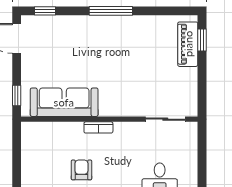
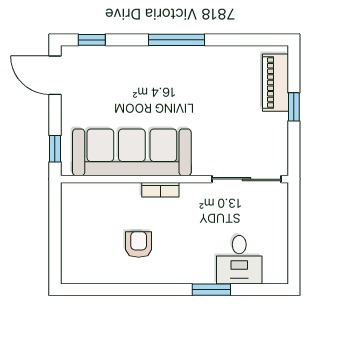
window: (202, 40) -> (294, 107), moved
sofa: (64, 102) -> (132, 152), width x1.36, depth x1.27
sliding door: (165, 119) -> (246, 179), width x1.37

